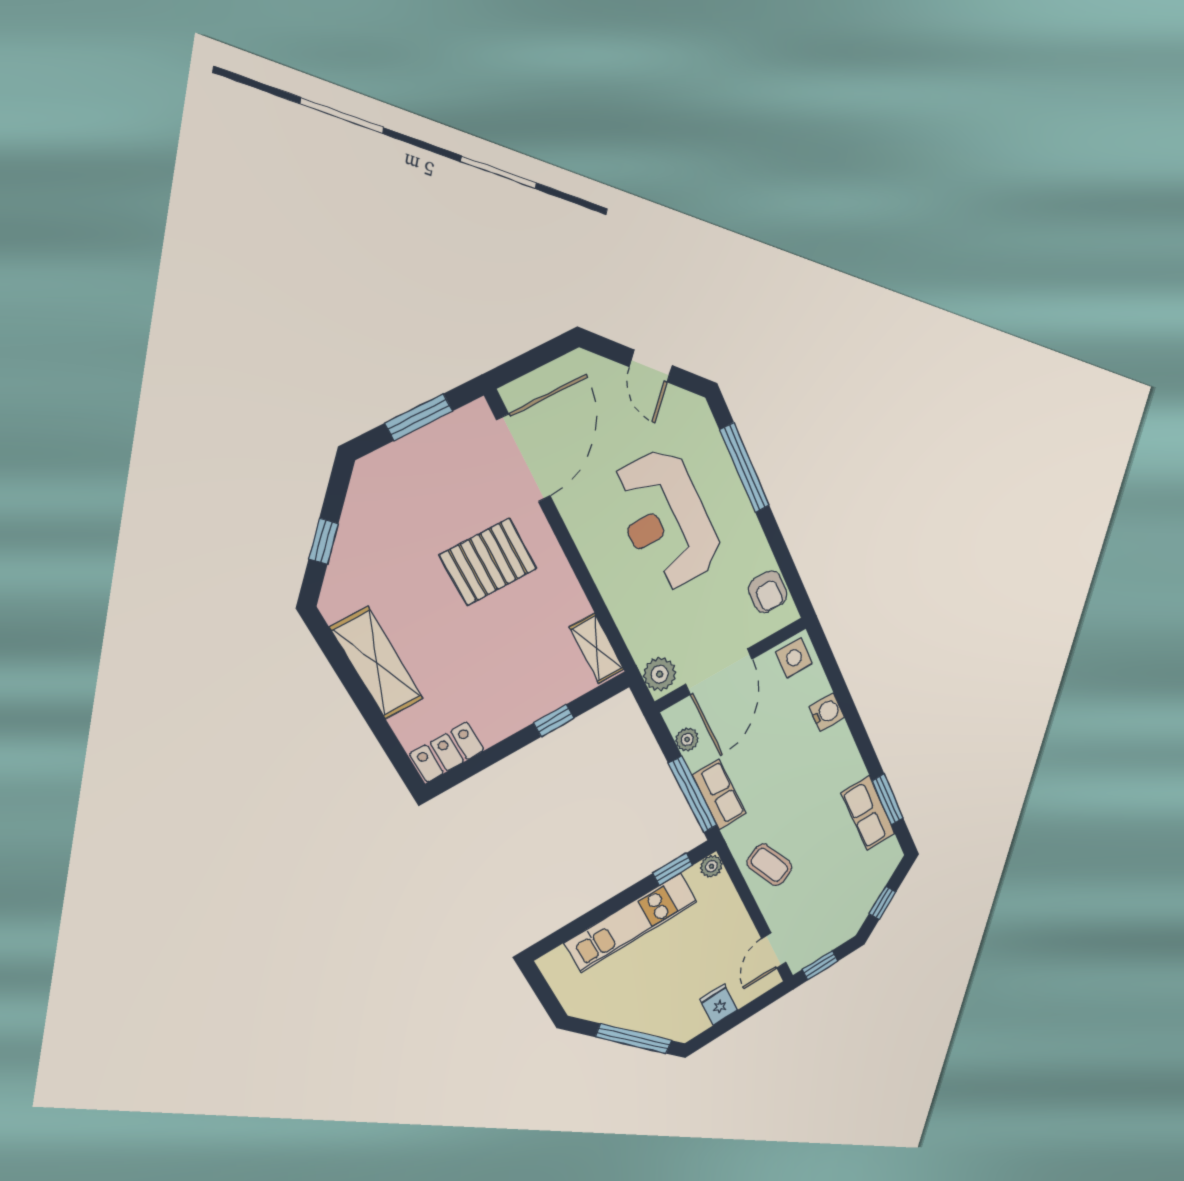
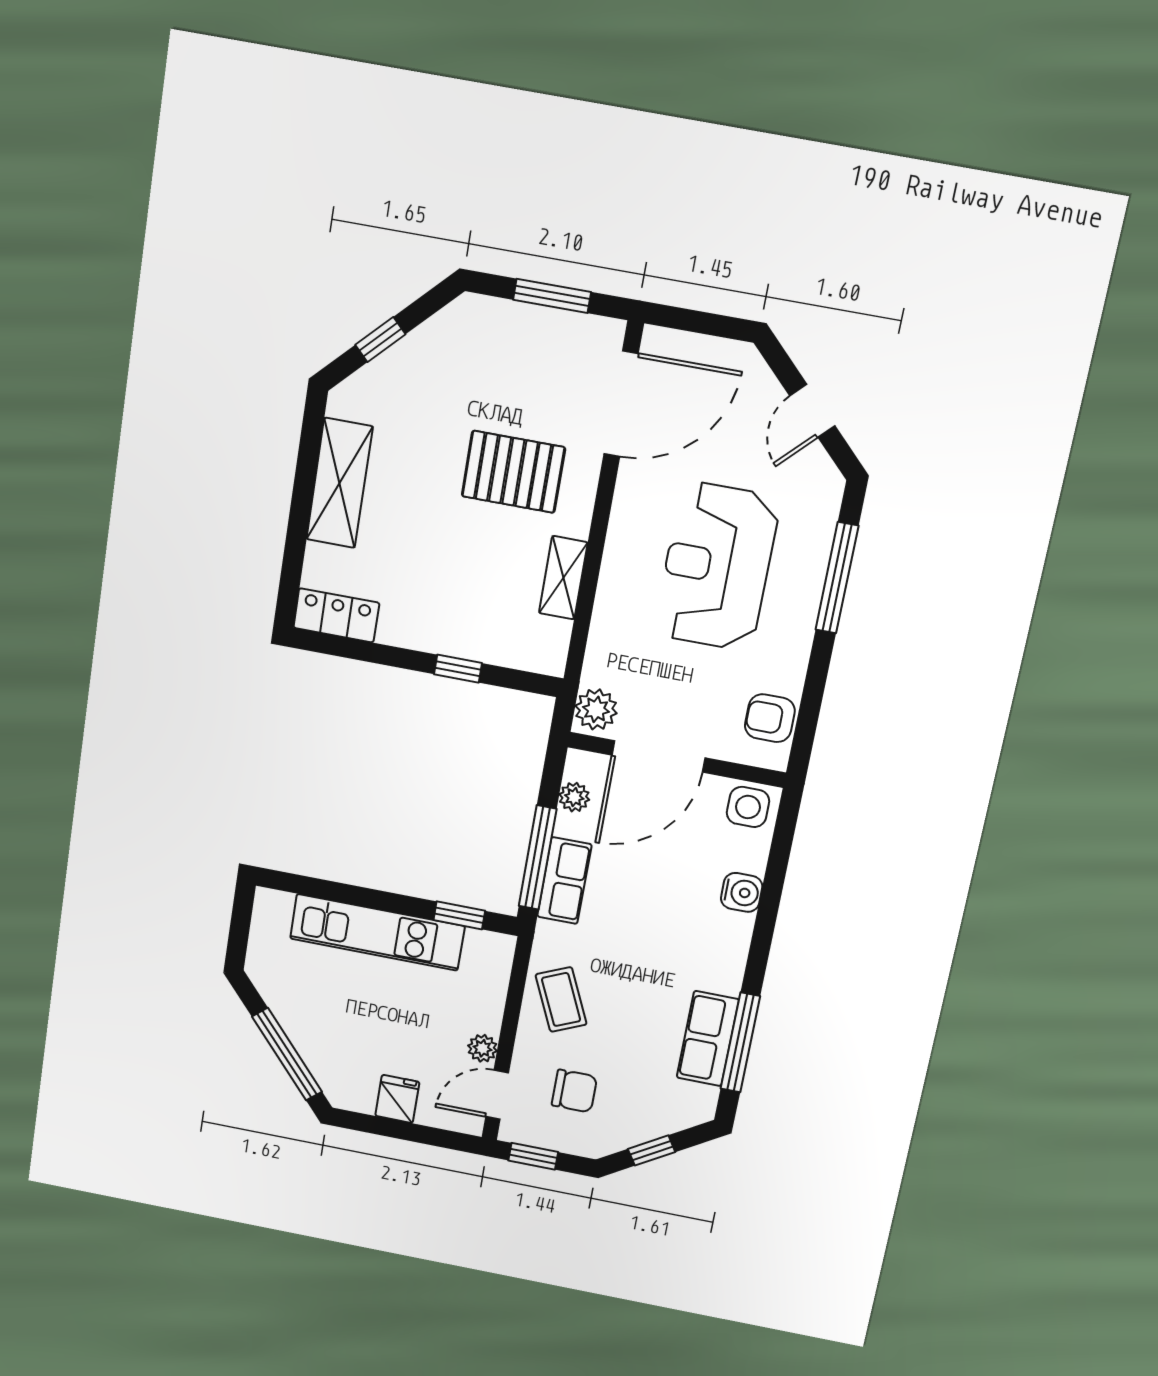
armchair: (768, 592) -> (770, 718), turned 90
shelving: (597, 648) -> (563, 578), moved
window: (888, 799) -> (740, 1042), width x1.44
plant: (711, 866) -> (482, 1048), moved
chair: (816, 909) -> (574, 1091), added

